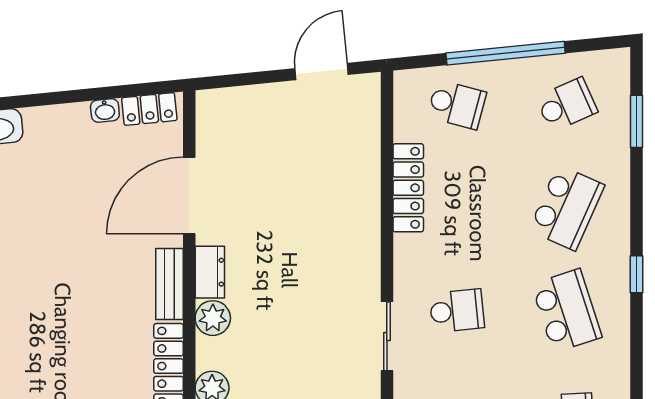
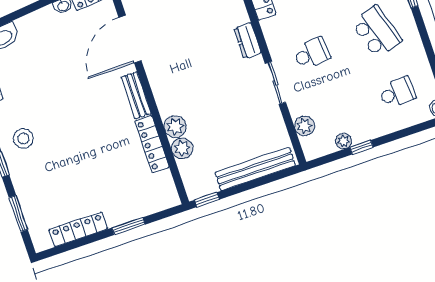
dresser: (210, 272) -> (247, 41), moved, turned 180
plant: (213, 318) -> (175, 126), moved

